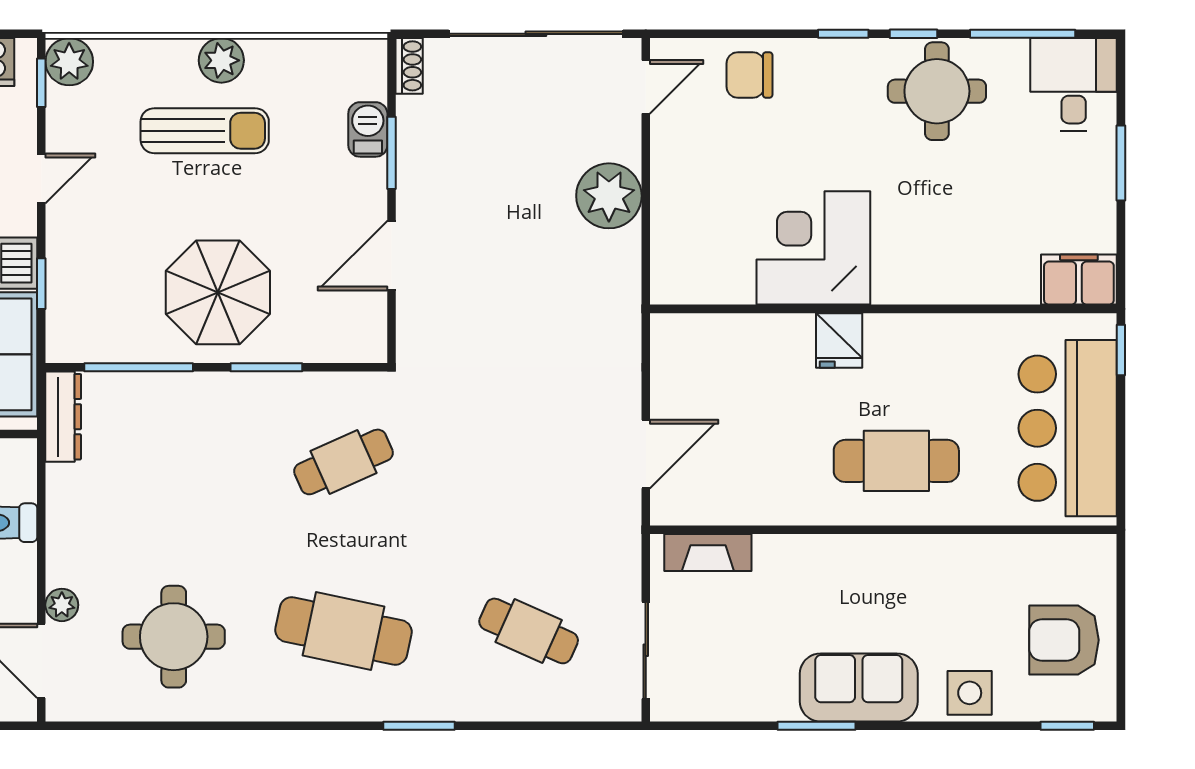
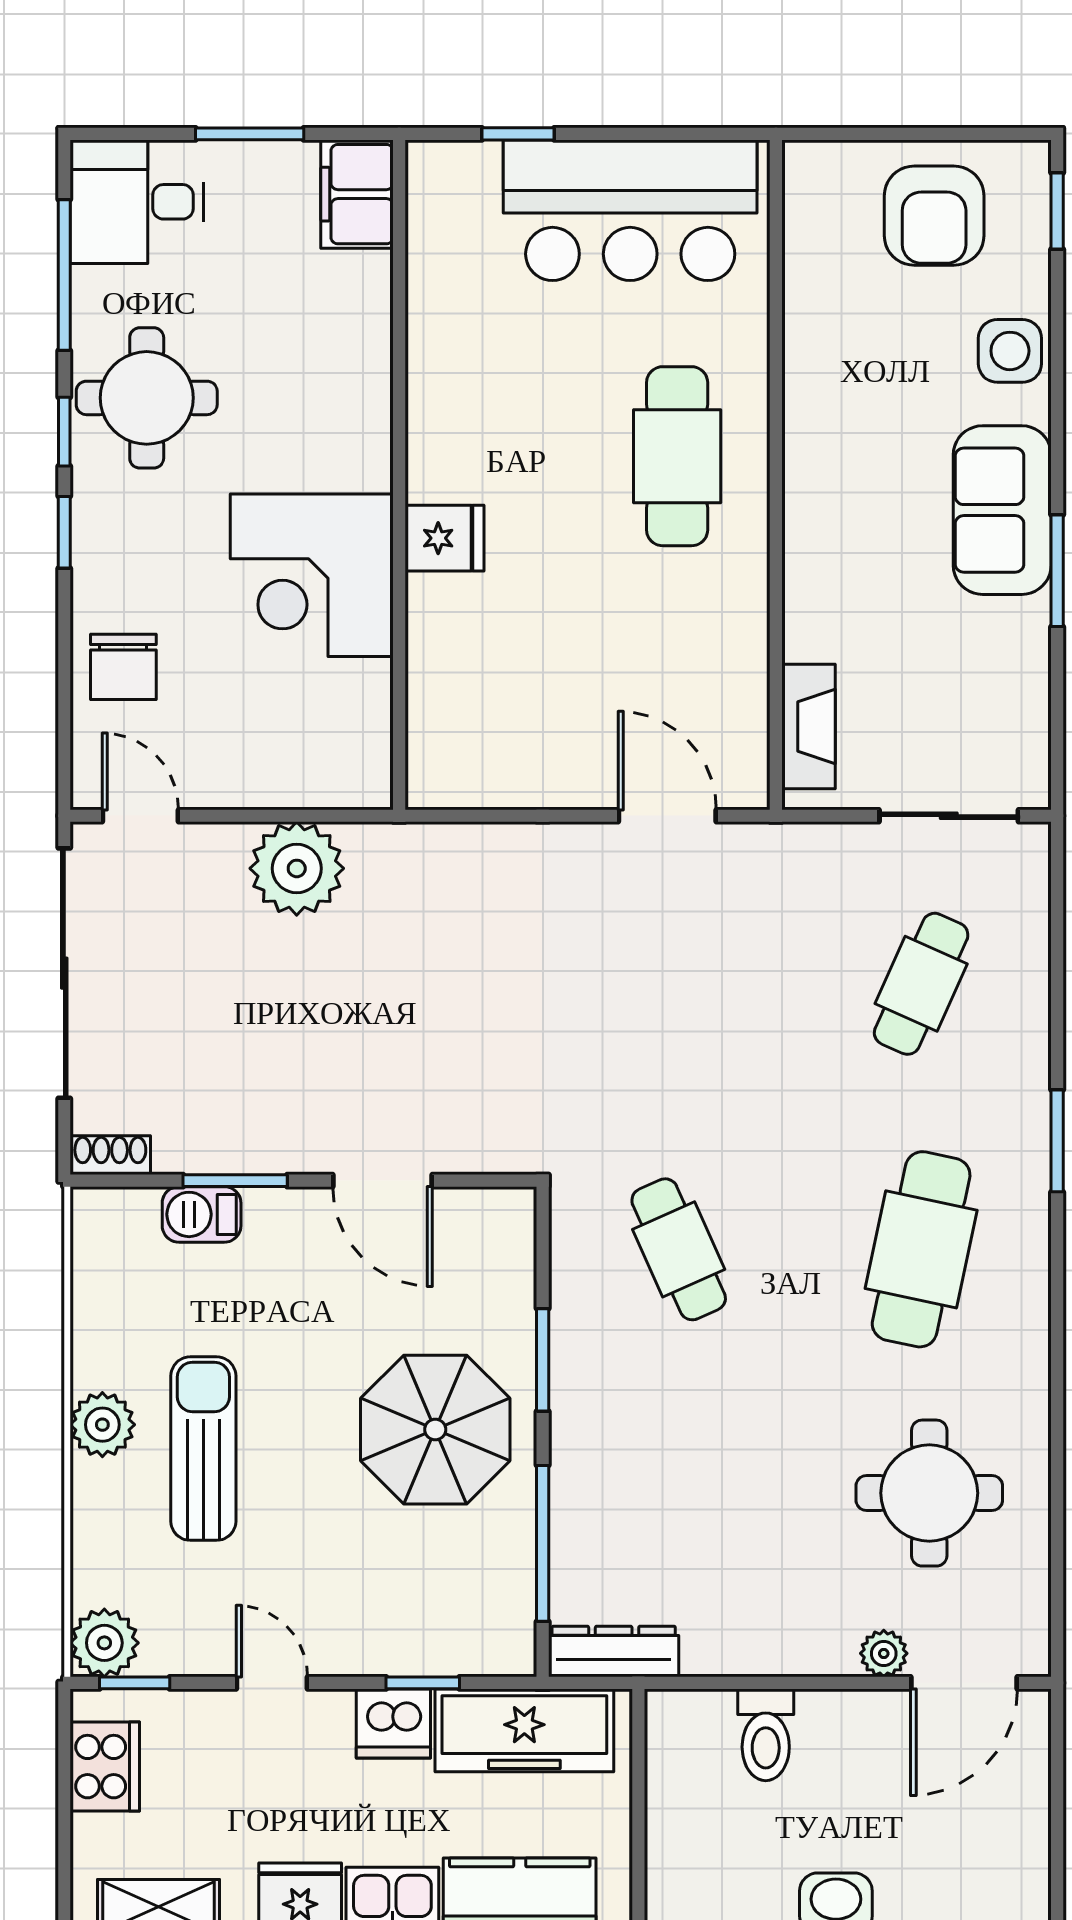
corner desk: (813, 248) -> (312, 575), moved
filing cabinet: (1079, 280) -> (357, 194), moved
wall: (883, 309) -> (399, 475), moved
fridge: (839, 340) -> (444, 538), moved

